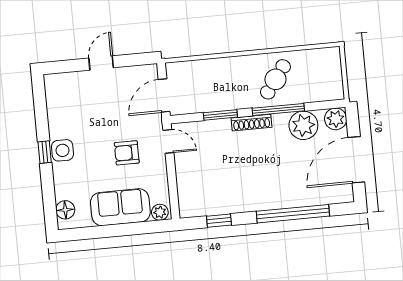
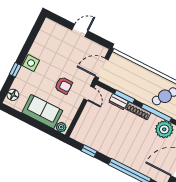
dresser: (216, 127) -> (118, 102), added
window: (45, 152) -> (15, 70), moved
armchair: (127, 153) -> (64, 85), turned 180

